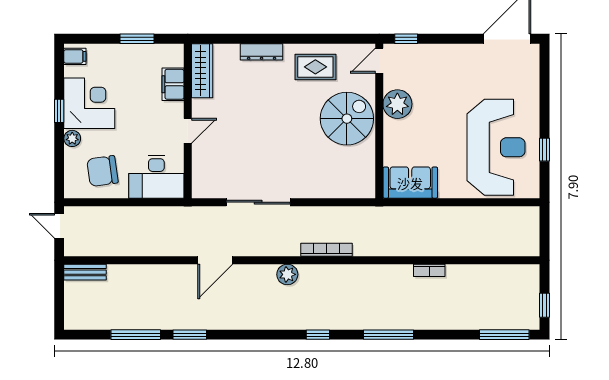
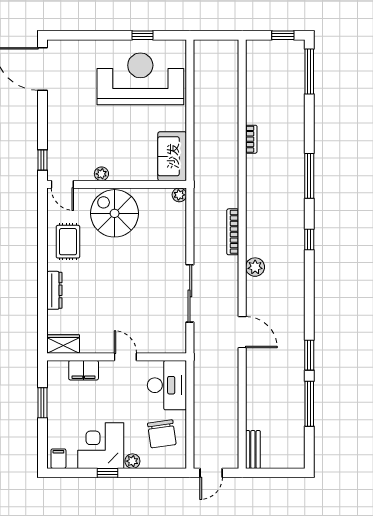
wardrobe: (202, 71) -> (63, 344), width x0.67
plant: (397, 104) -> (101, 174), width x0.53, depth x0.53
plant: (367, 190) -> (179, 195), added

